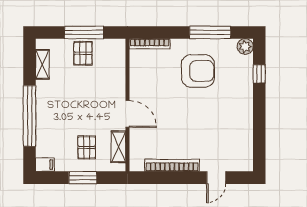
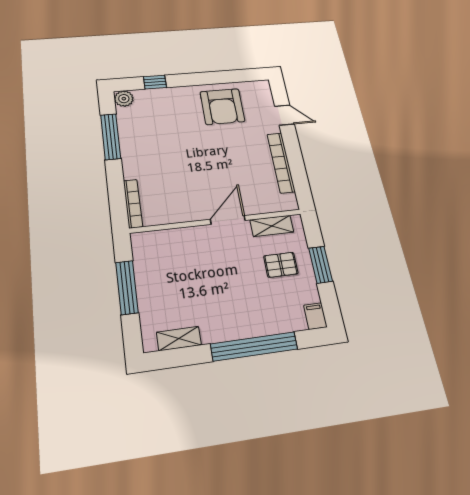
pallet: (83, 53) -> (156, 285), removed
armchair: (198, 71) -> (222, 107), moved, turned 180

